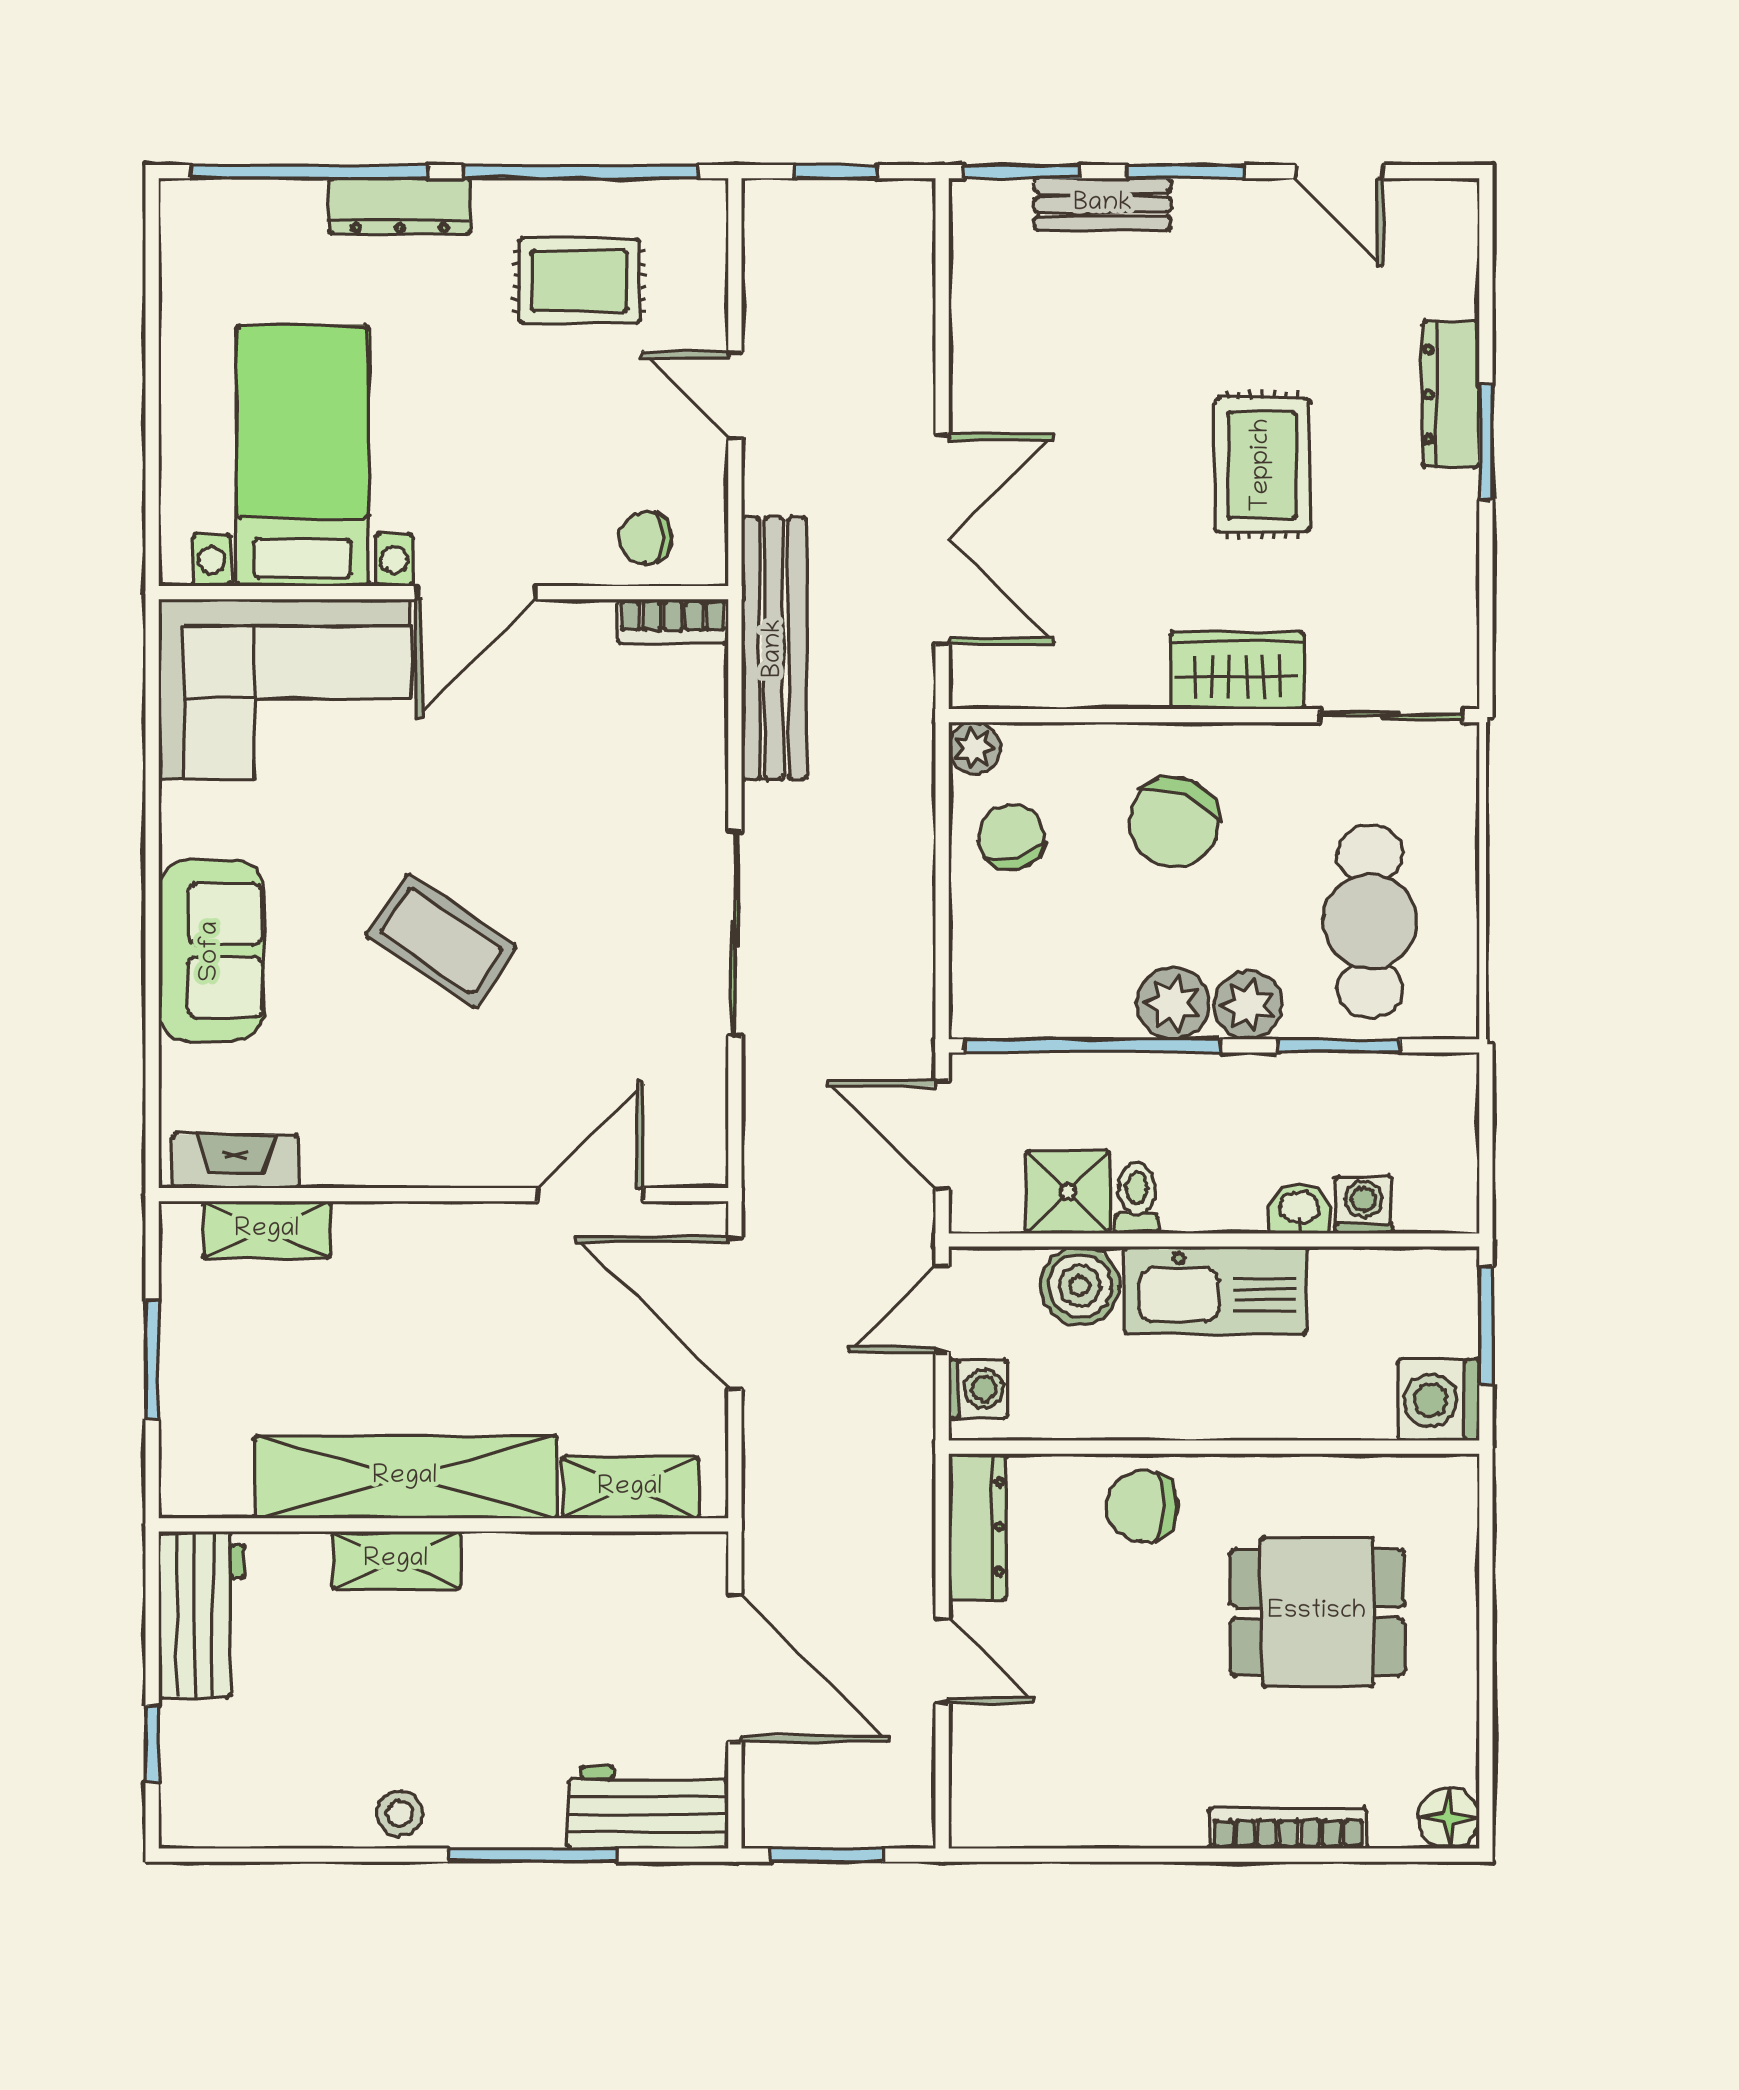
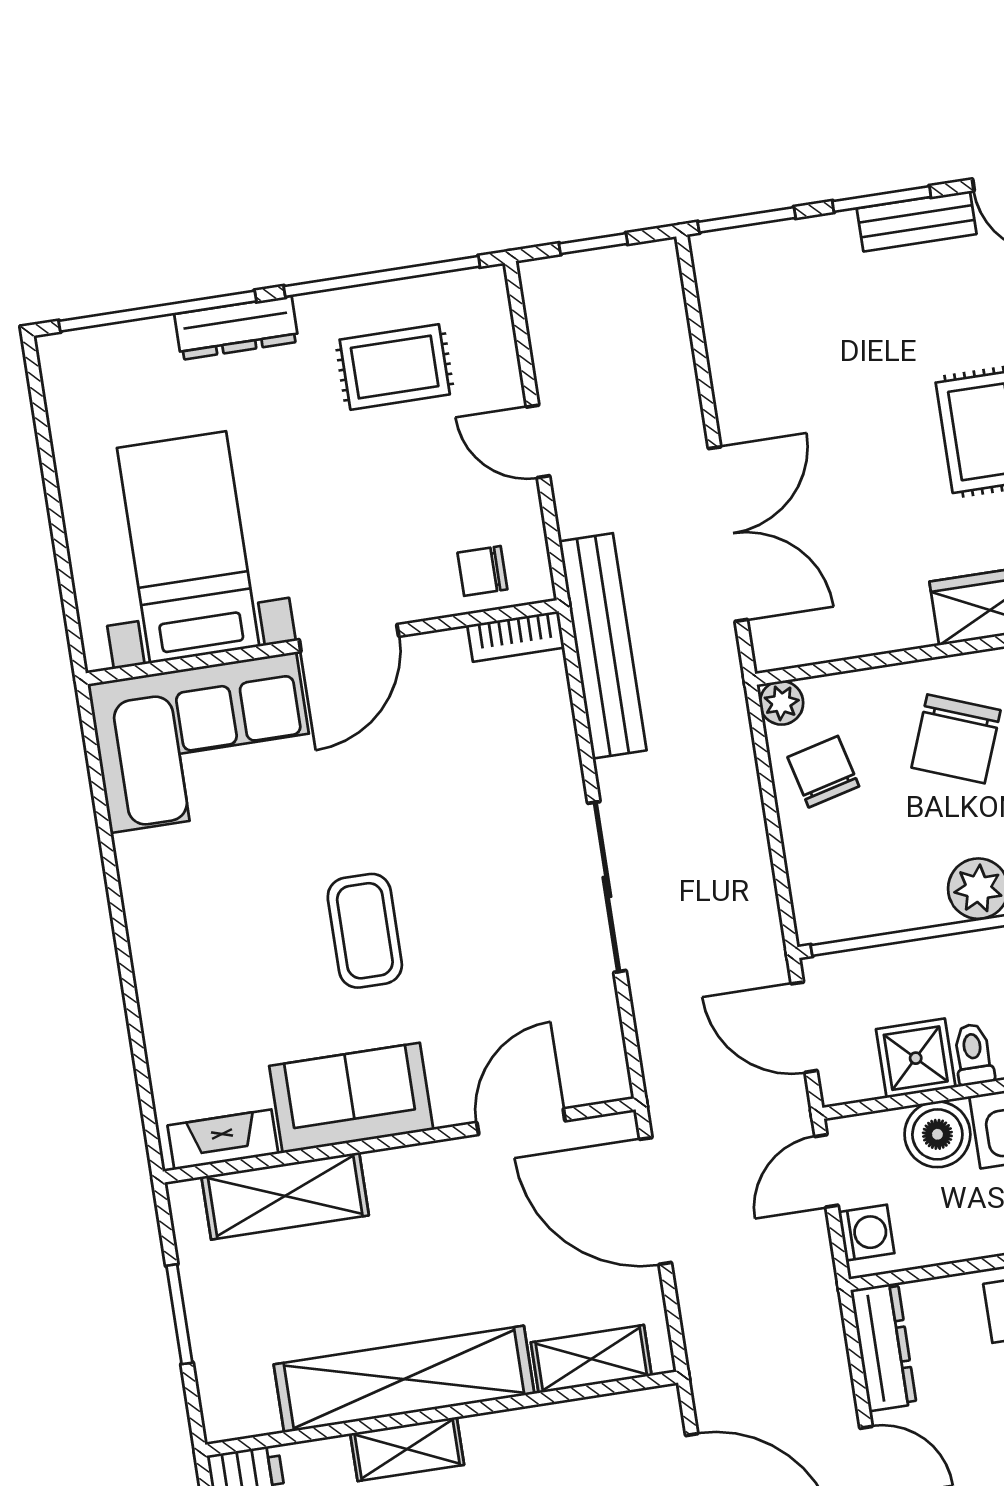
bench: (1103, 204) -> (917, 221), moved
coffee table: (441, 941) -> (365, 931), turned 56
sofa: (211, 951) -> (351, 1098), moved, turned -90
shelving: (267, 1230) -> (285, 1196), width x1.50, depth x1.33

